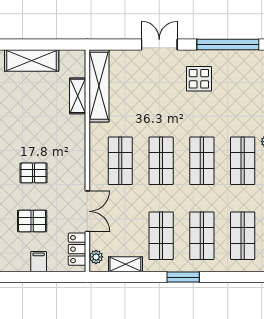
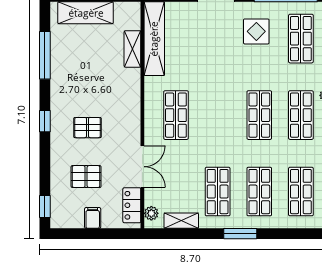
shop shelf: (161, 161) -> (301, 39), moved

